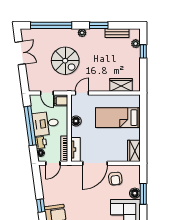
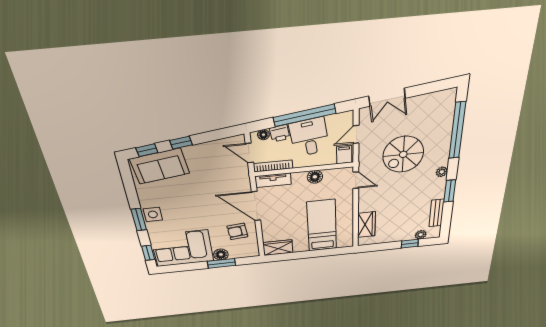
double door: (20, 53) -> (387, 97), moved

